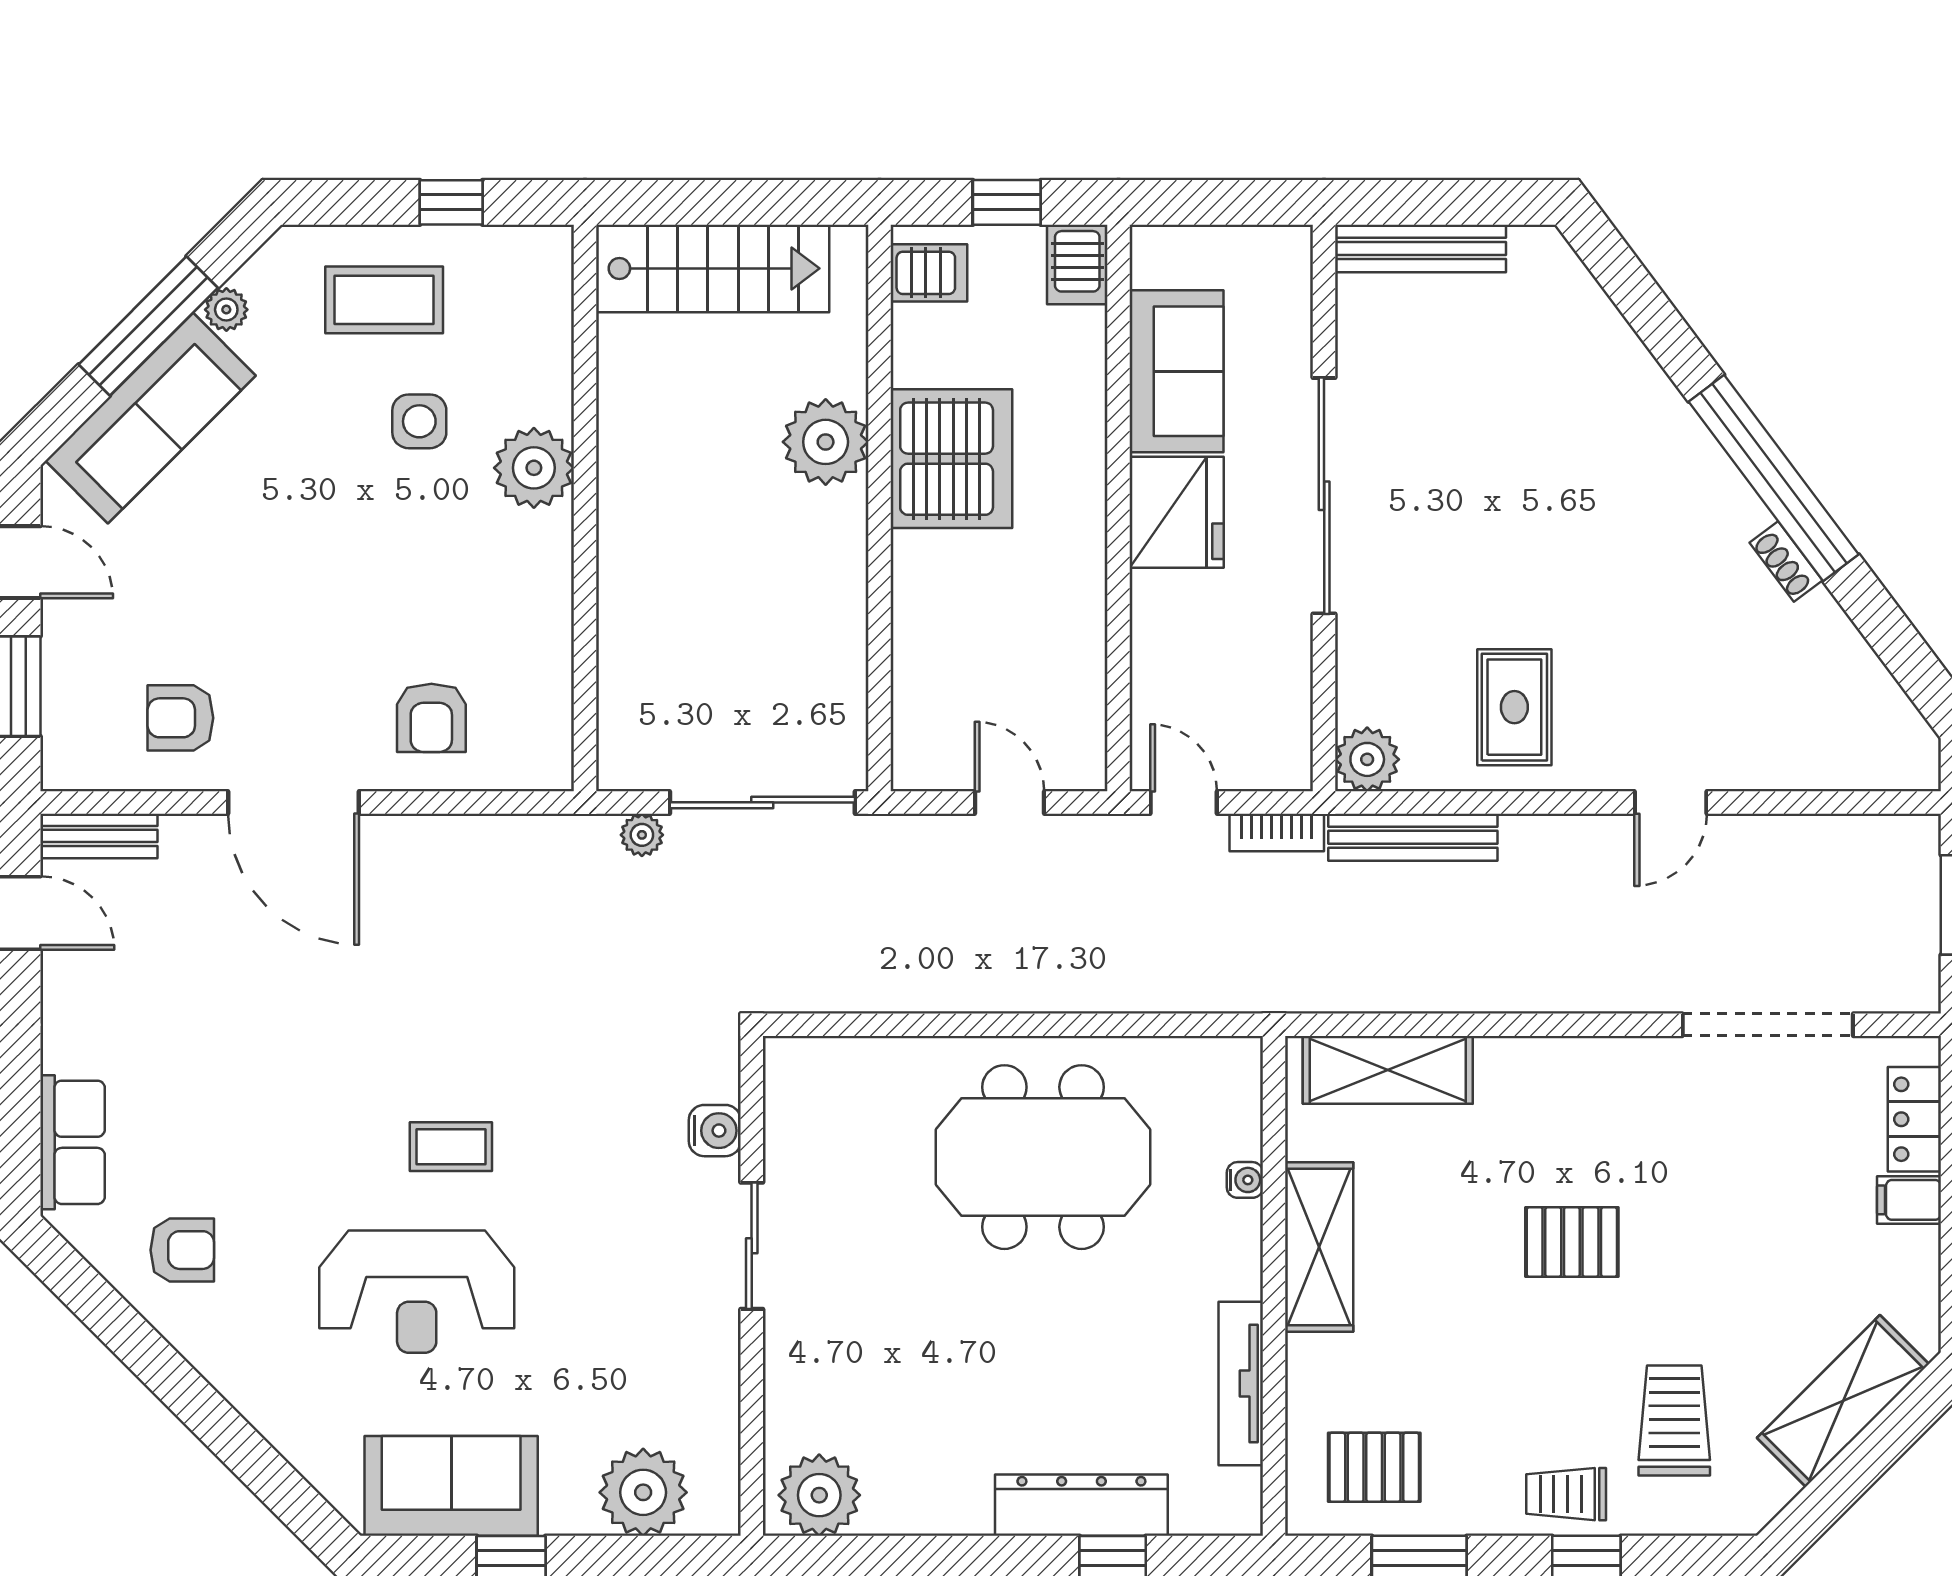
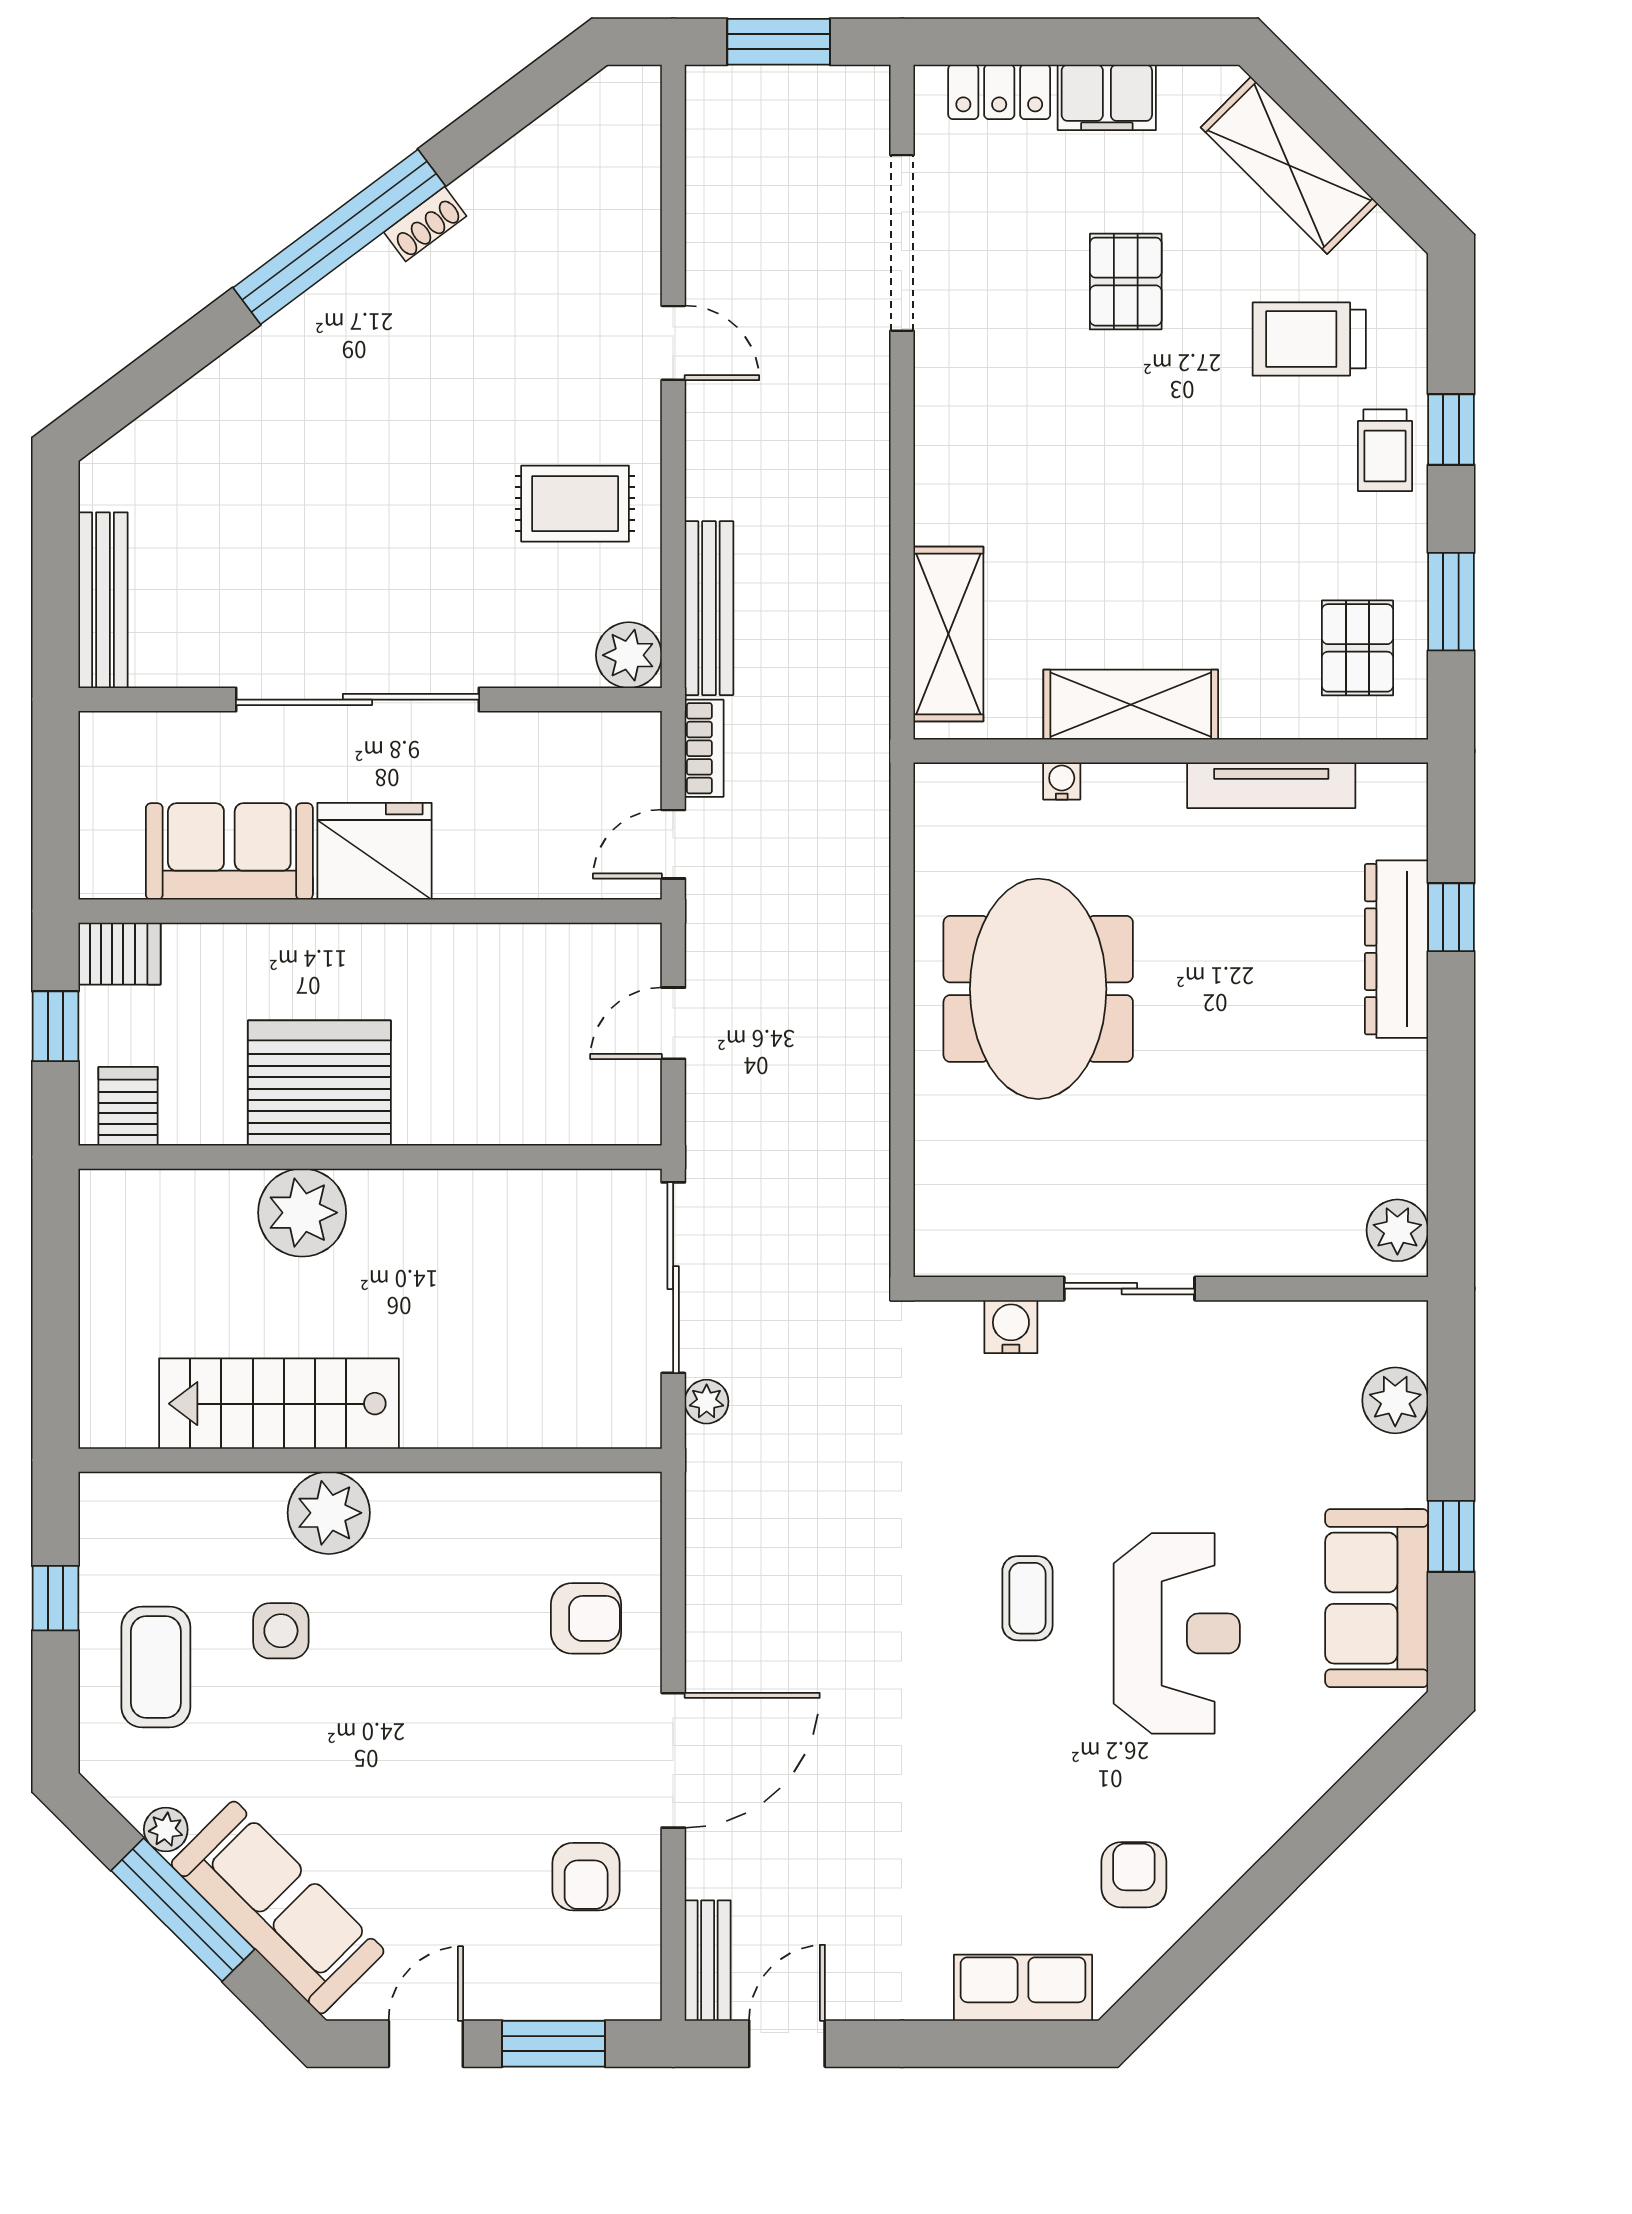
stairs: (713, 268) -> (279, 1404), moved, turned -90
filing cabinet: (1909, 1200) -> (1107, 97), width x2.00
pallet: (1572, 1242) -> (1126, 282), moved
plant: (643, 1492) -> (1395, 1400), width x0.73, depth x0.73
plant: (819, 1495) -> (1397, 1230), width x0.73, depth x0.73

